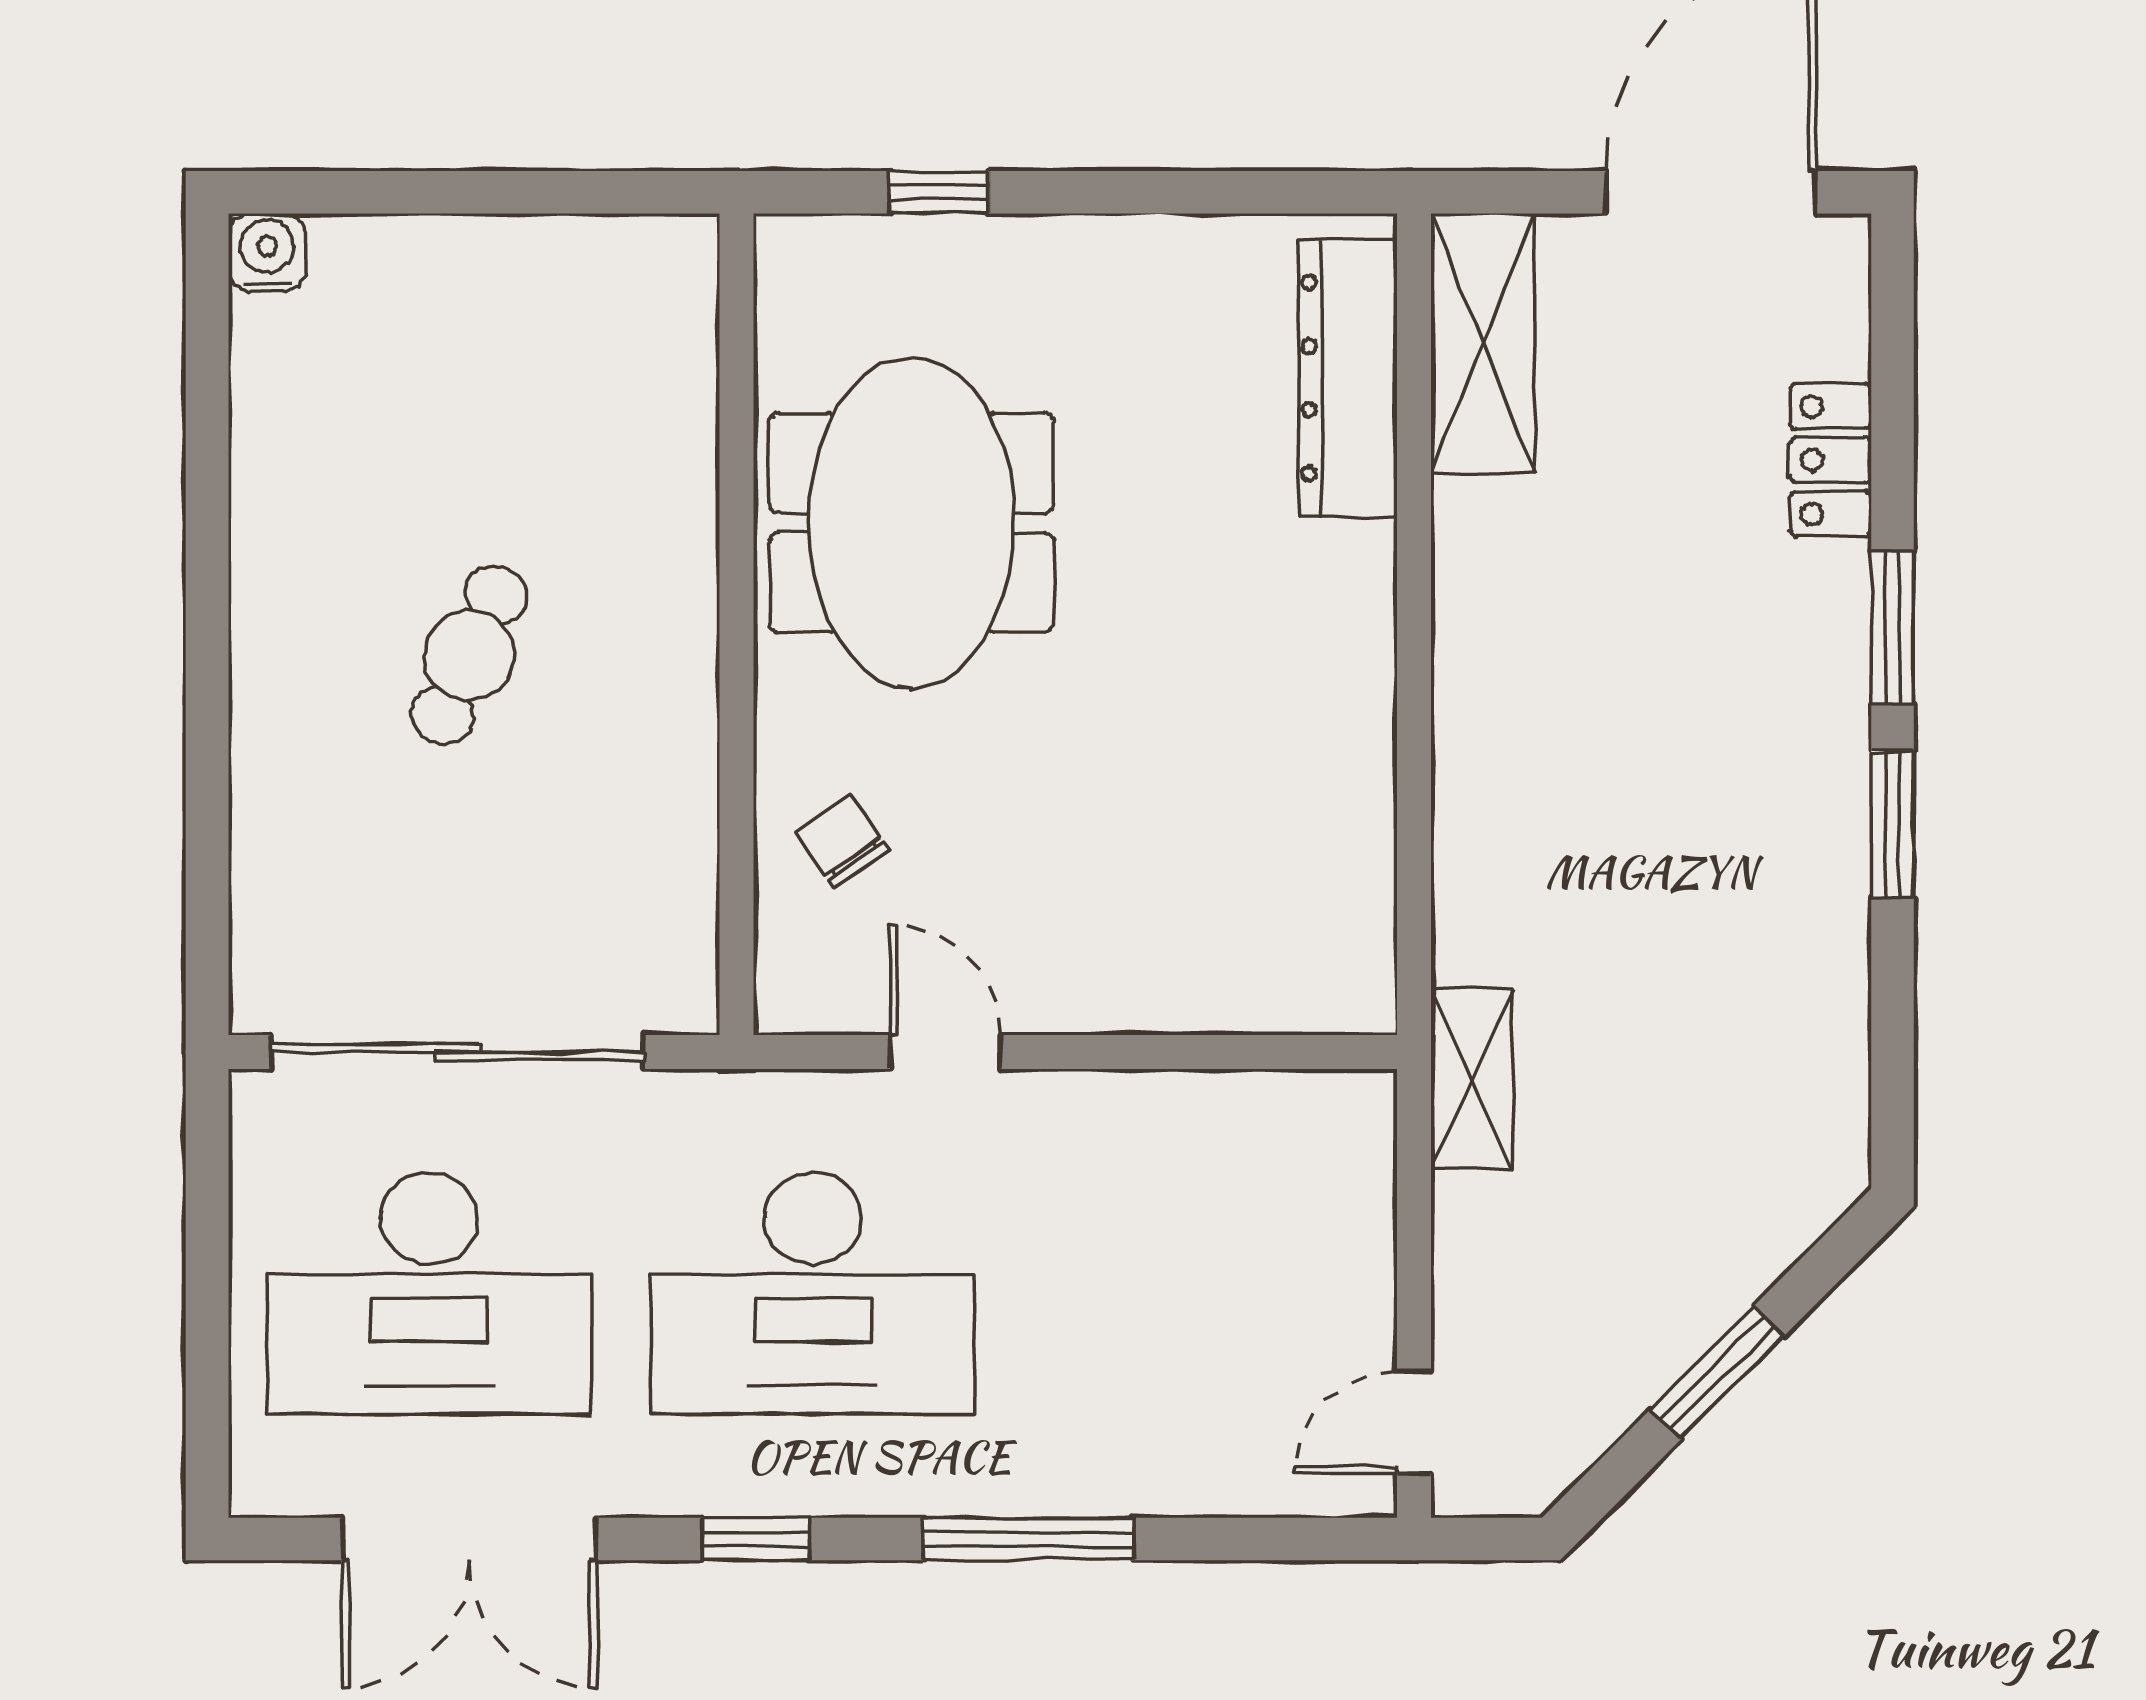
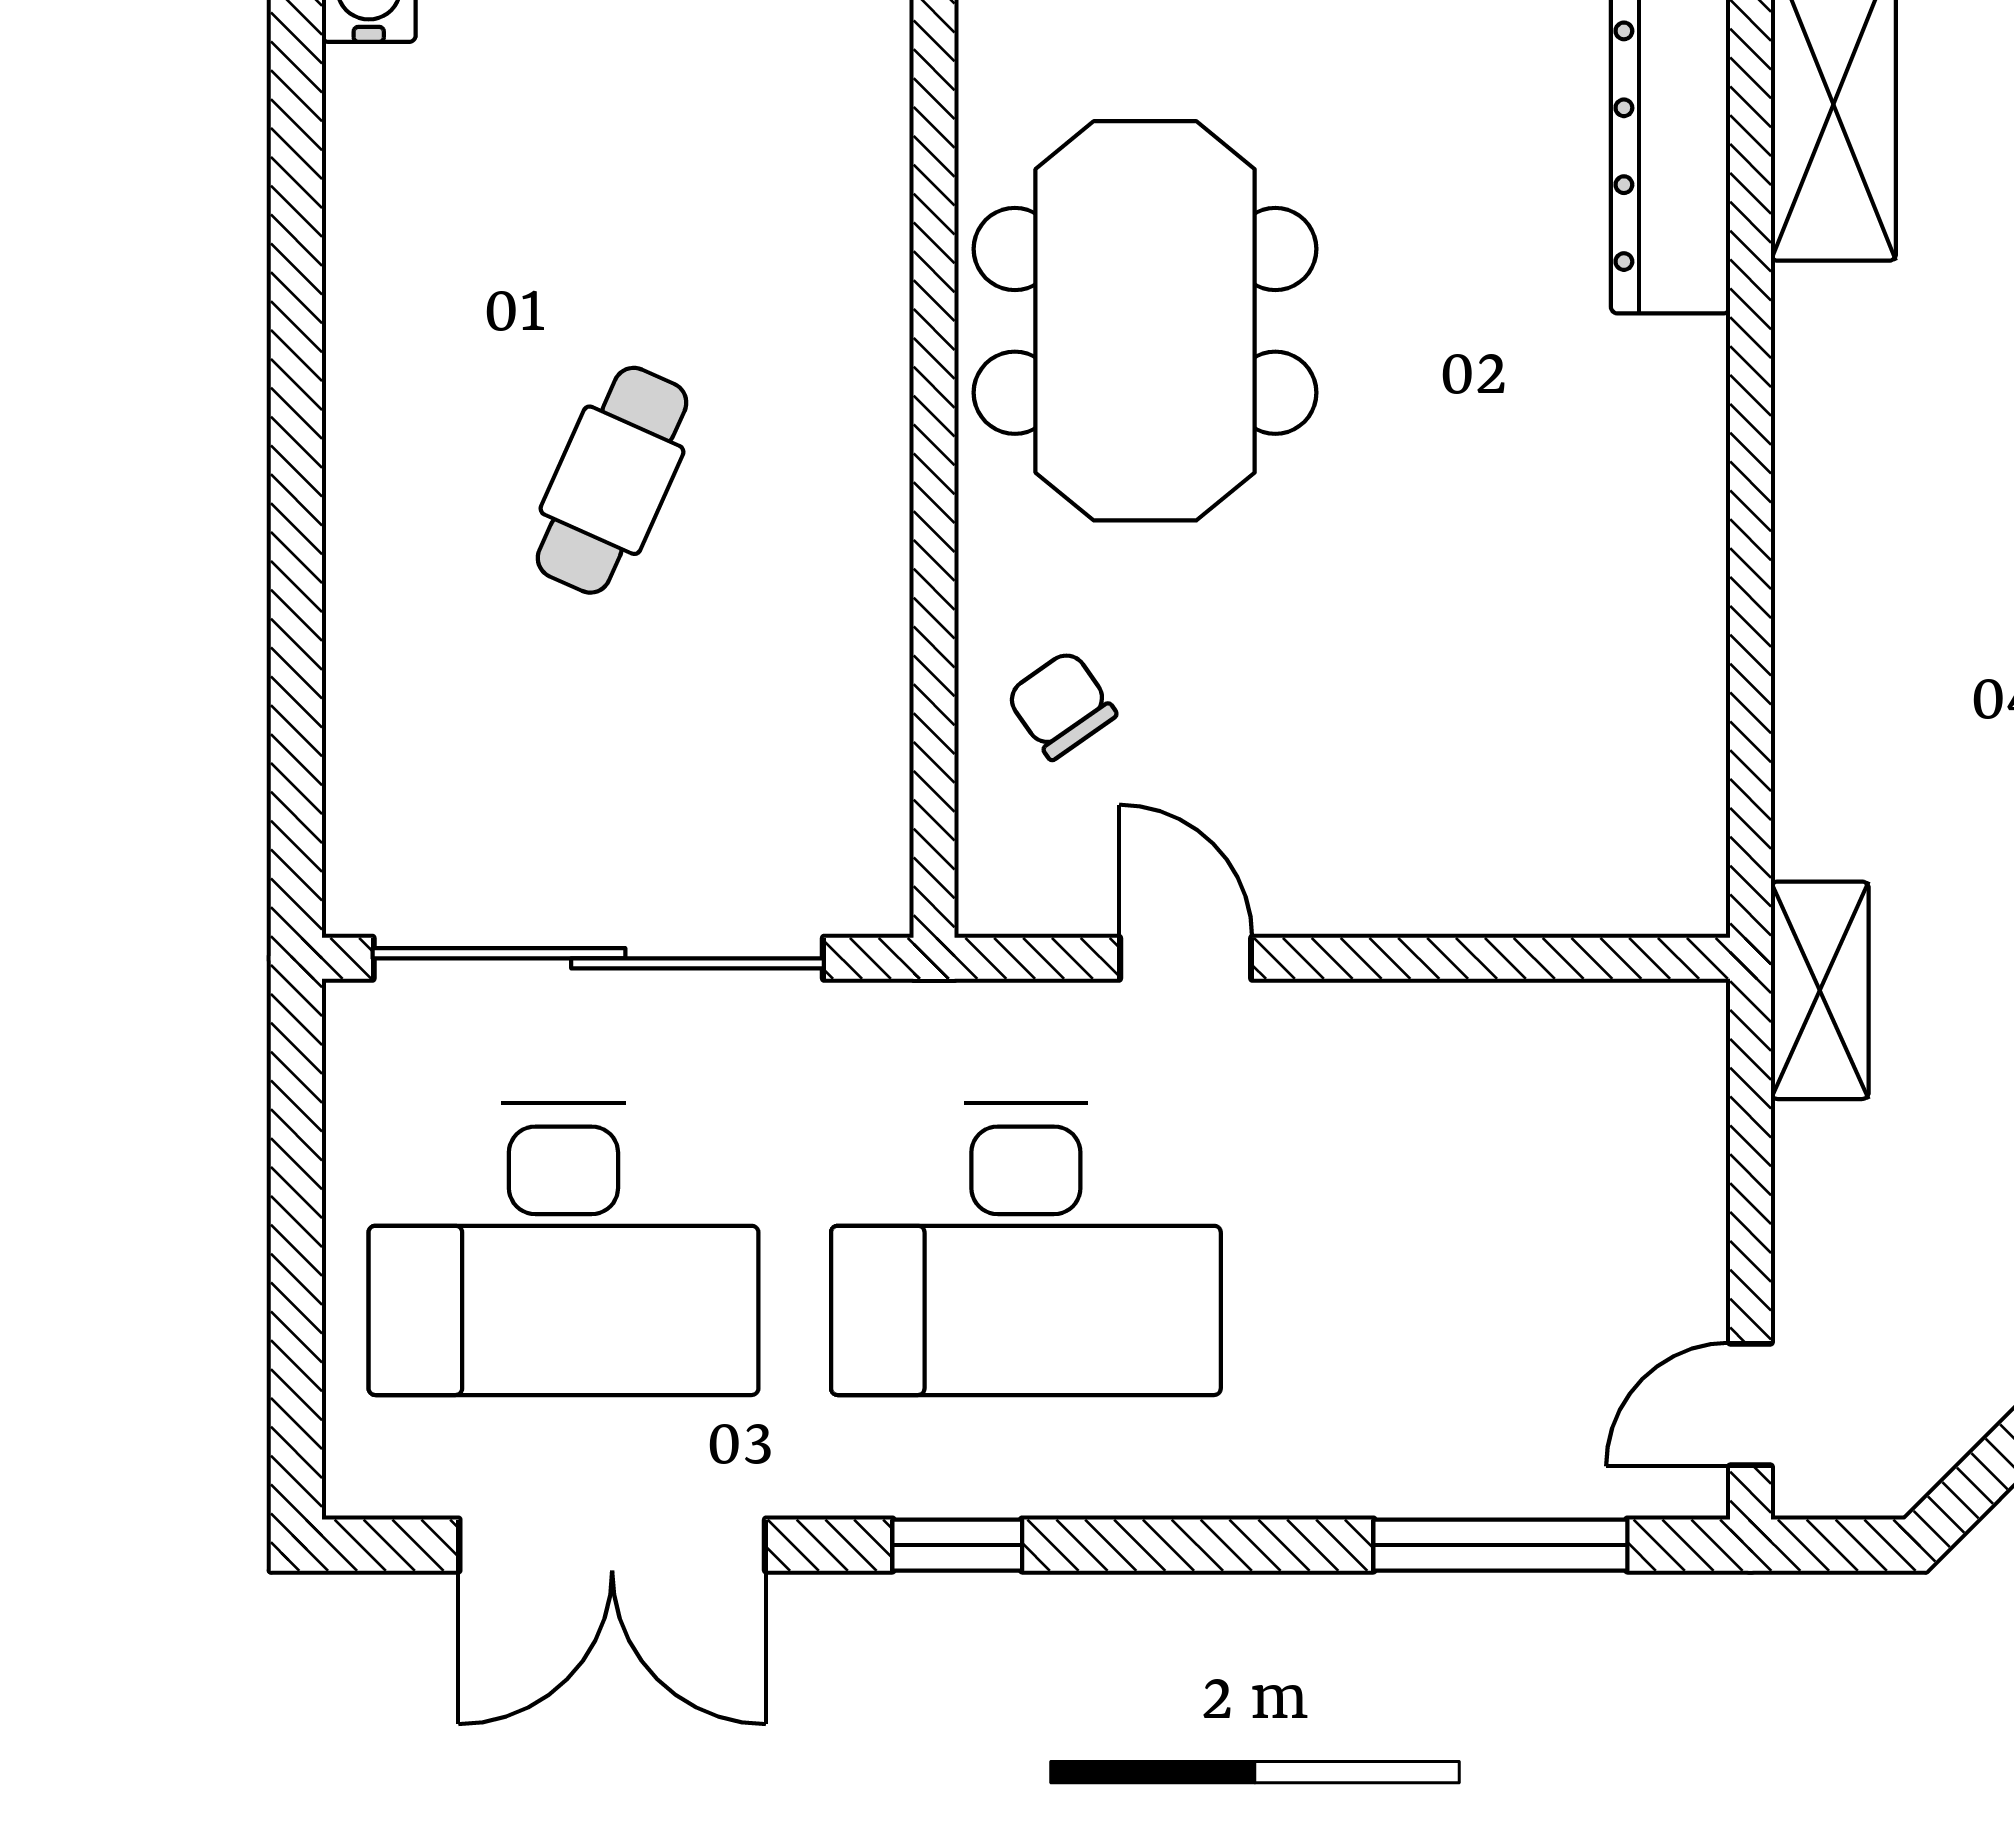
window: (1028, 1539) -> (1500, 1545), moved

